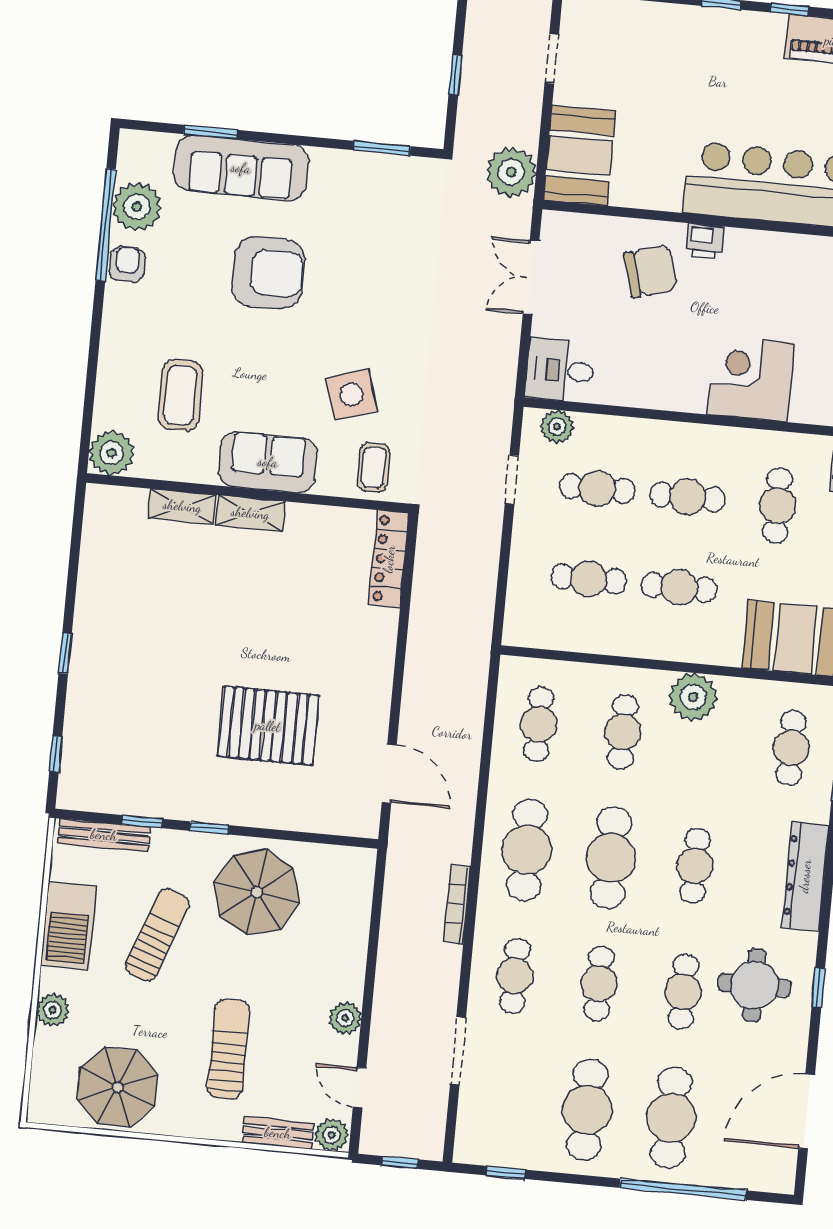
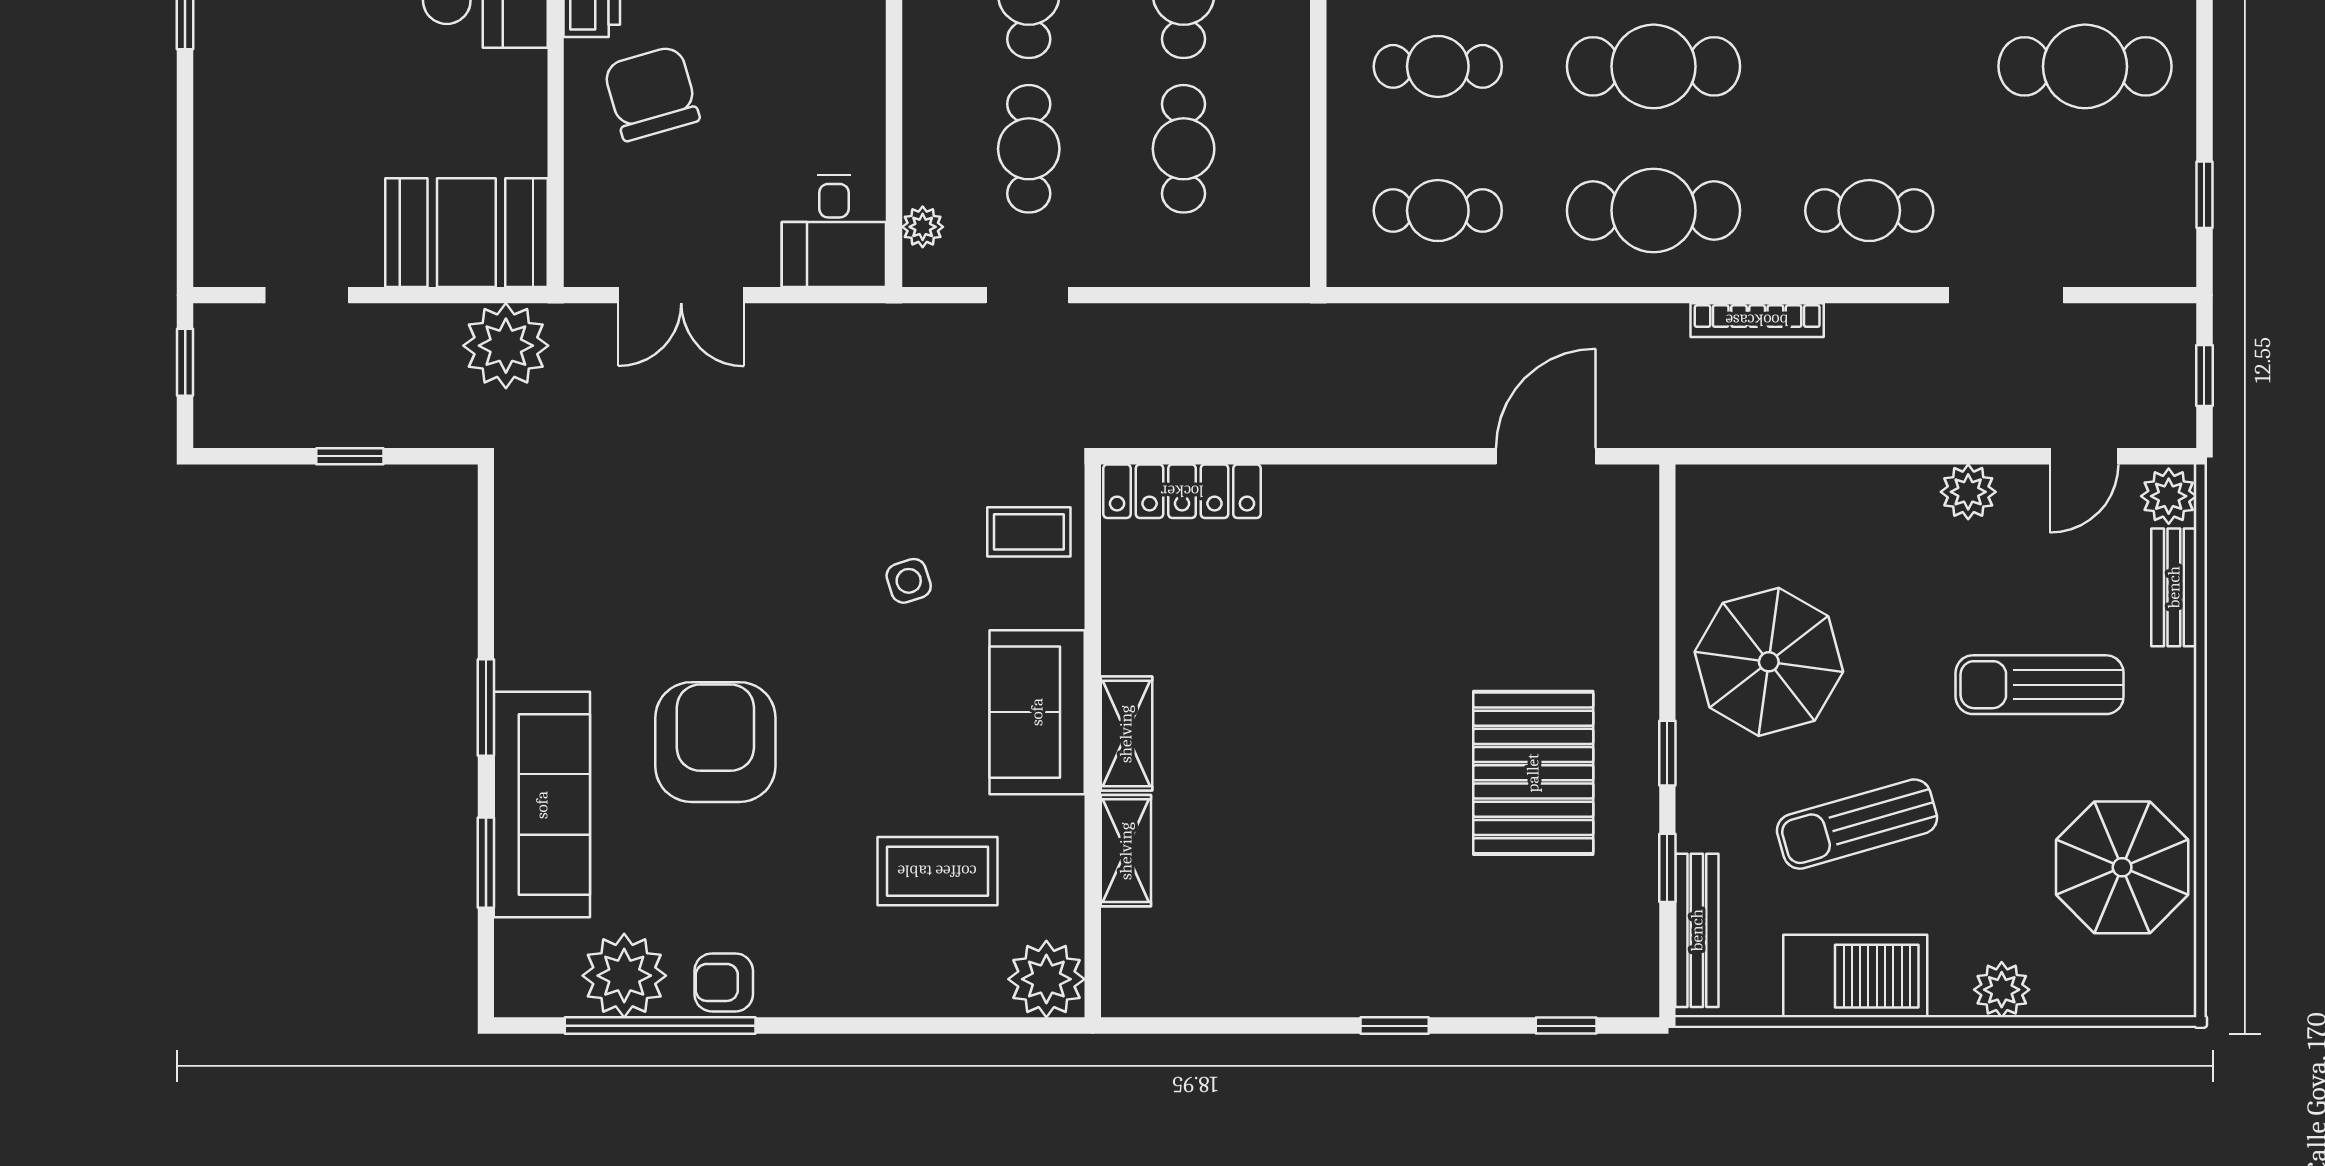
window: (382, 148) -> (486, 708), moved
side table: (352, 394) -> (909, 581), width x0.54, depth x0.54
plant: (557, 427) -> (923, 227), width x0.73, depth x0.73
pallet: (268, 726) -> (1533, 773), moved
sun lounger: (157, 935) -> (1857, 824), turned -36
cafe table: (599, 984) -> (1869, 66), removed

